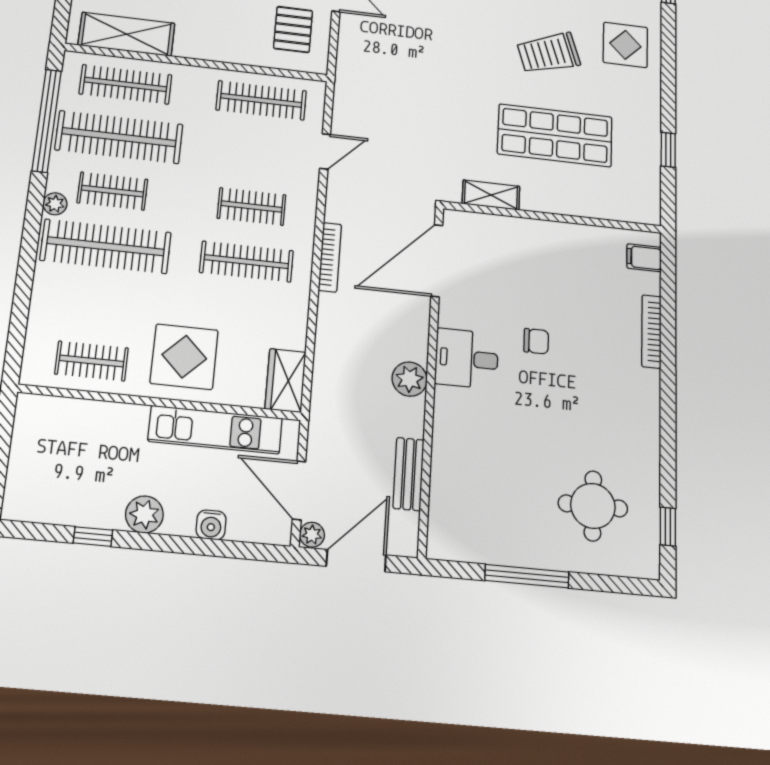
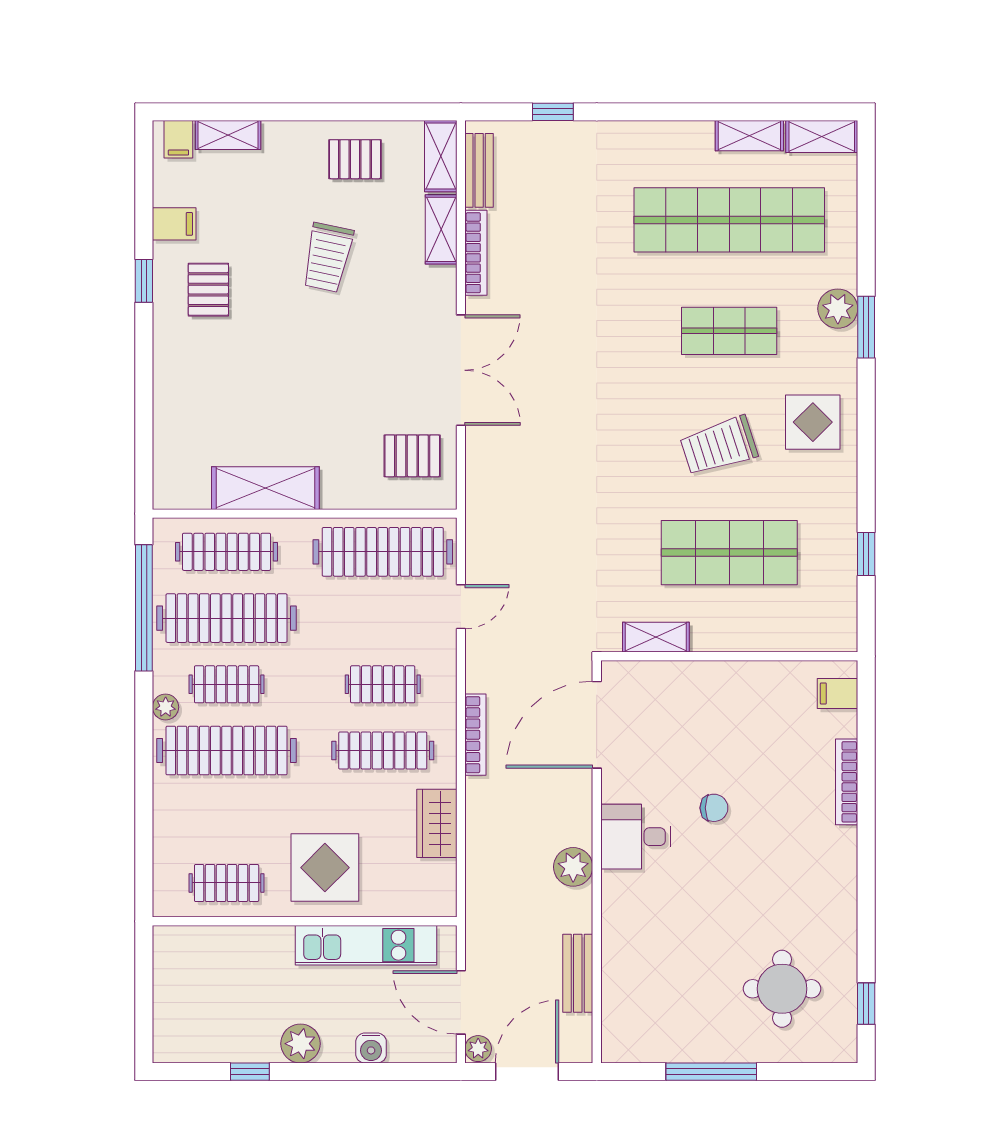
pallet: (293, 29) -> (412, 456), turned 90
shelving: (127, 34) -> (265, 488), moved
clothes rail: (261, 100) -> (383, 552), width x1.37, depth x1.31
wardrobe: (285, 380) -> (437, 823), moved

